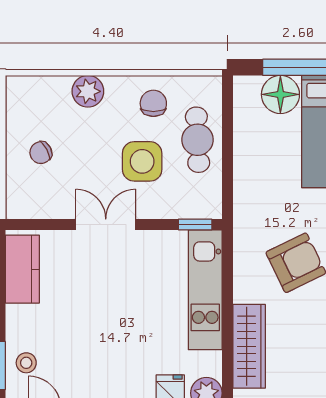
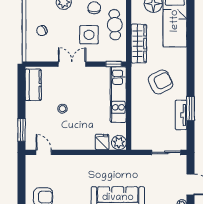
wardrobe: (249, 346) -> (139, 44), moved
stool: (26, 363) -> (62, 109), moved

